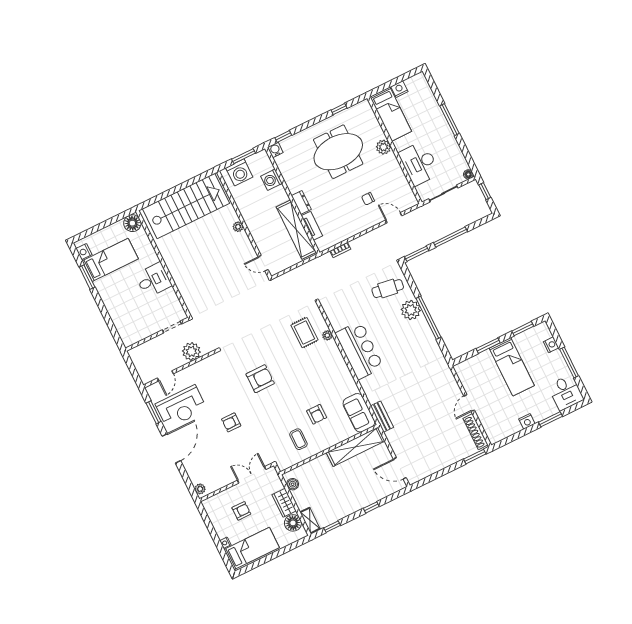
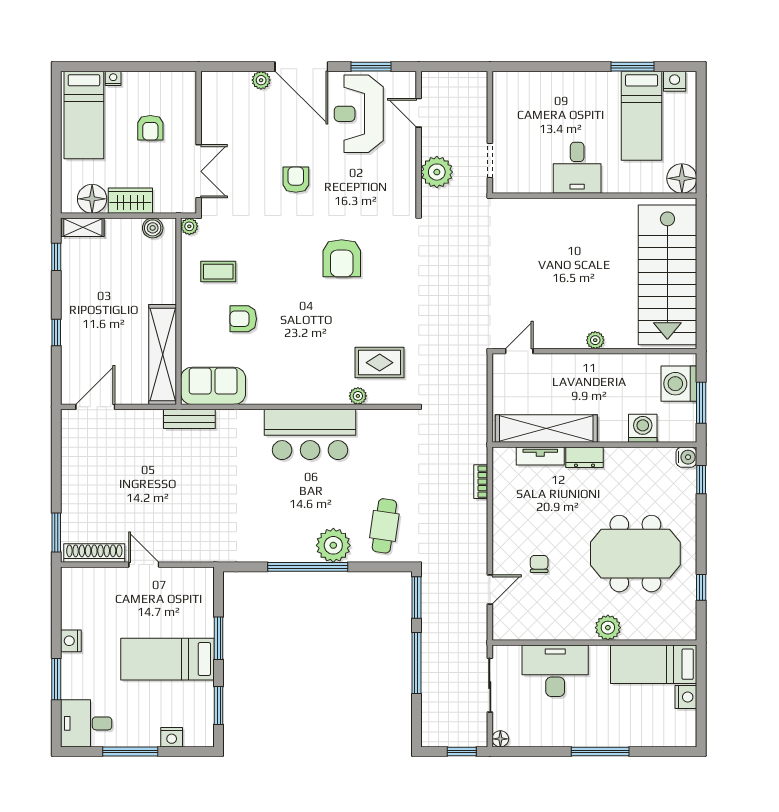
meeting table: (338, 152) -> (635, 554), turned 90
plant: (282, 466) -> (189, 226), added
plant: (200, 489) -> (261, 80), moved

